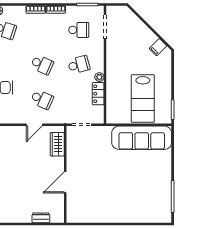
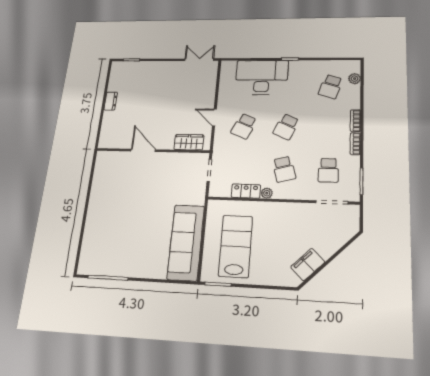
filing cabinet: (158, 47) -> (308, 264), width x2.00
lab bench: (143, 99) -> (236, 246), turned 90
dresser: (41, 218) -> (111, 101), moved

